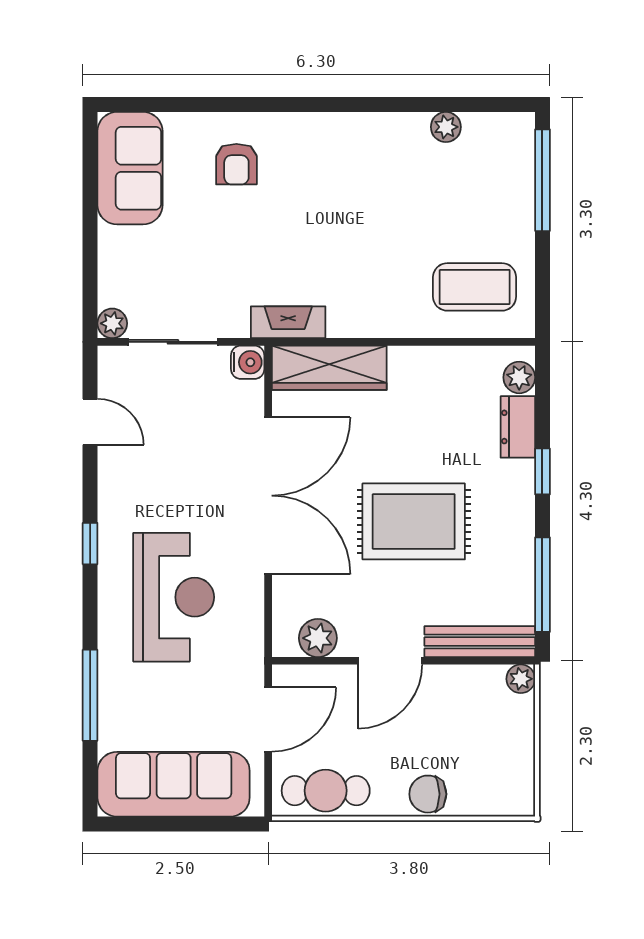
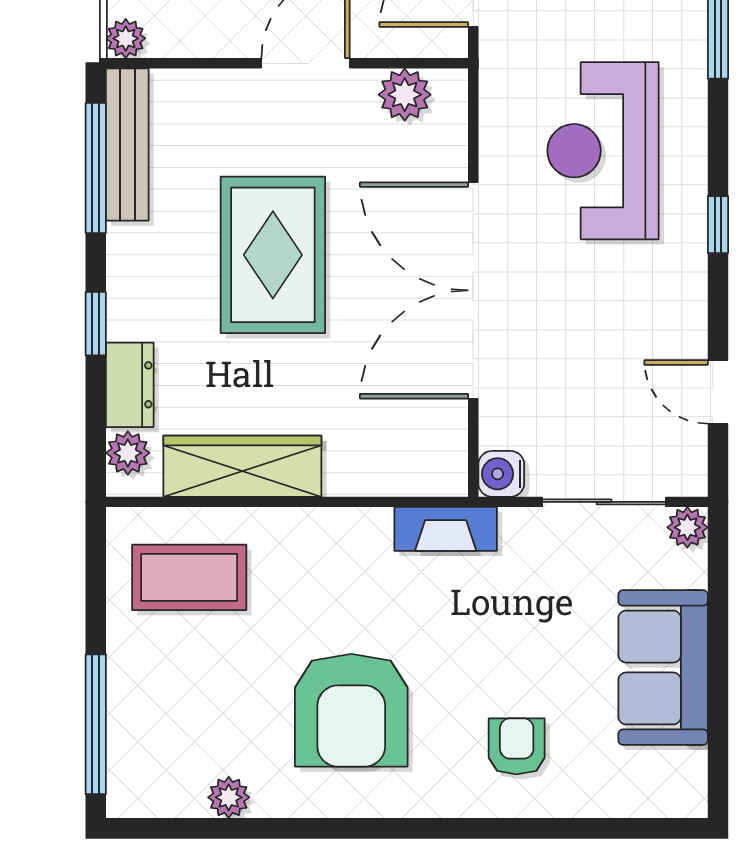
sofa: (130, 168) -> (663, 668), moved
armchair: (357, 190) -> (351, 710), added
wardrobe: (329, 368) -> (242, 466), moved
rug: (414, 521) -> (273, 255), turned 90
bench: (480, 642) -> (127, 145), moved, turned 90

